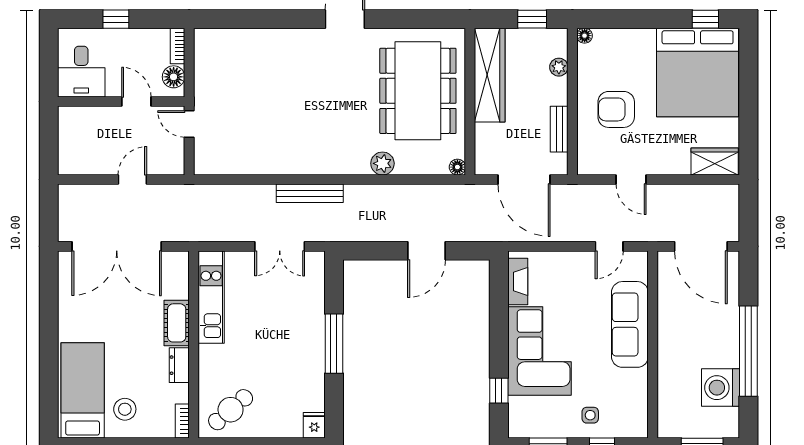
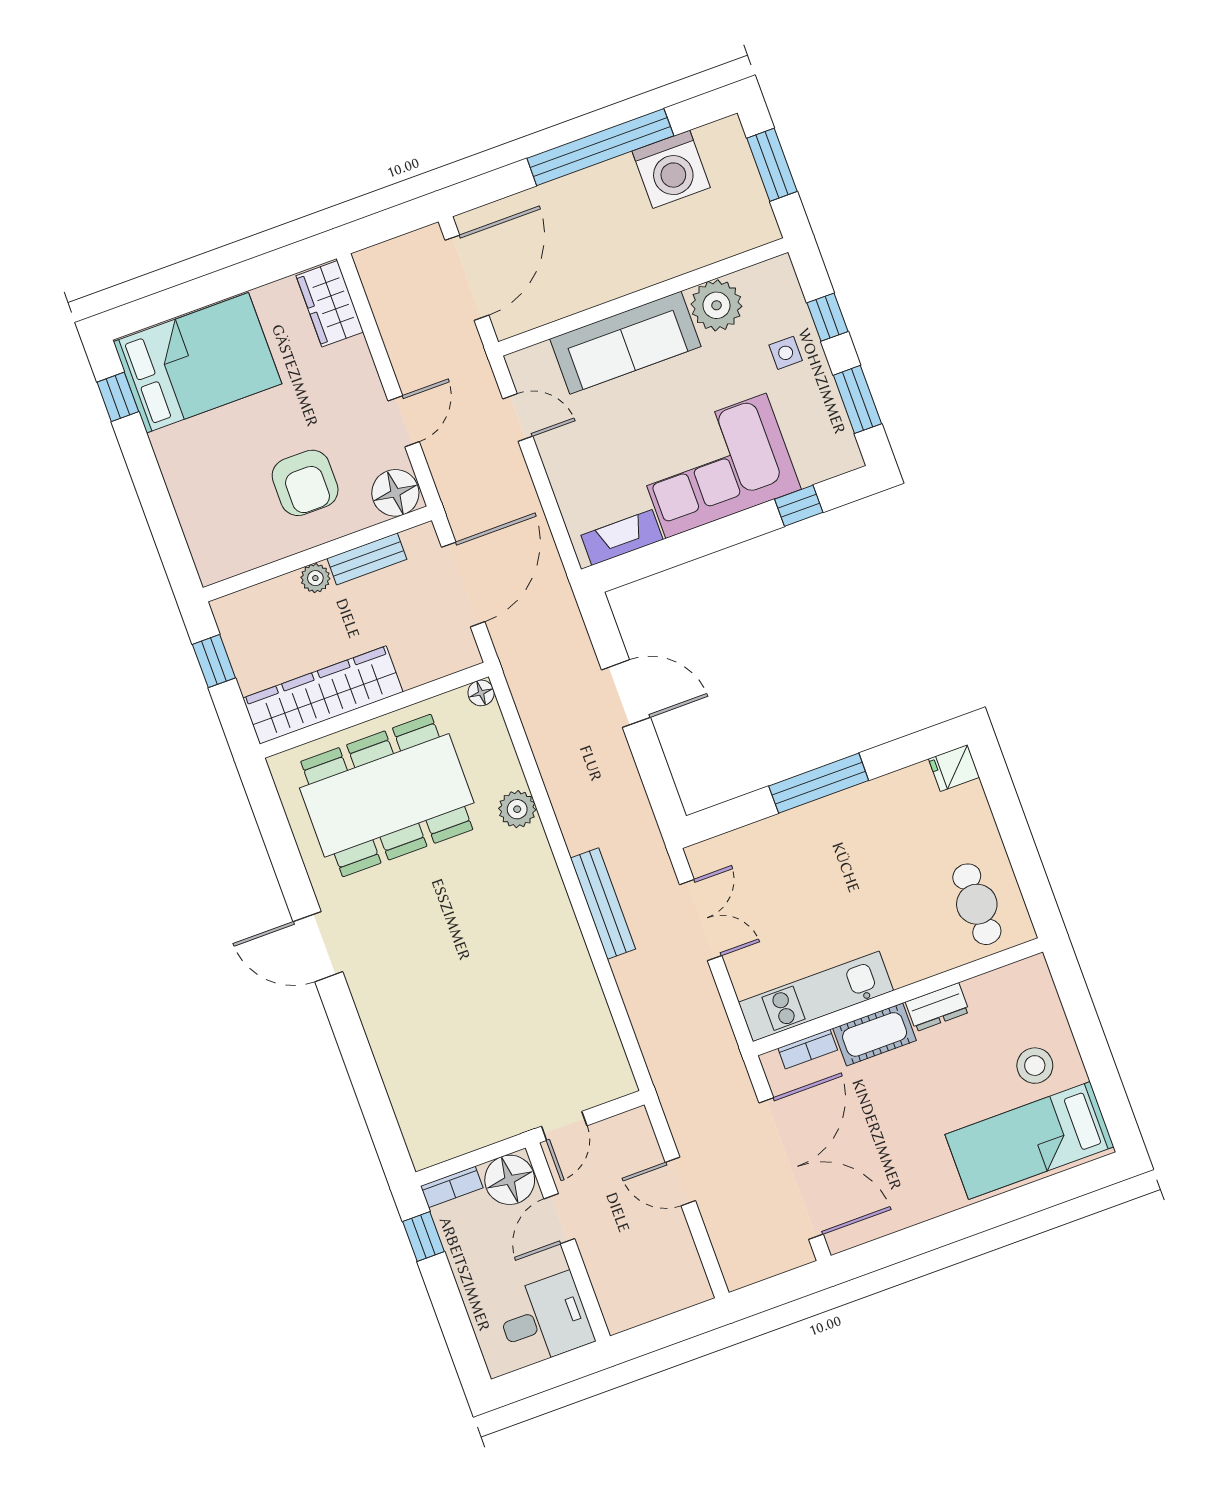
window: (116, 19) -> (423, 1237), moved
floor lamp: (585, 36) -> (395, 493), moved, width x1.89, depth x1.89
plant: (559, 67) -> (315, 578), moved
bed: (698, 72) -> (197, 363), width x0.73
floor lamp: (174, 77) -> (510, 1180), width x1.38, depth x1.38
plant: (632, 385) -> (716, 305), added
cafe table: (231, 410) -> (977, 904), turned 41
bookcase: (182, 421) -> (808, 1049), moved

